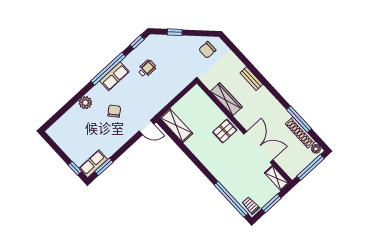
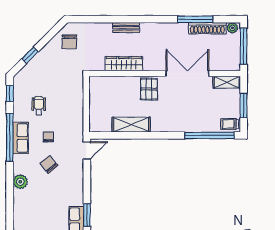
chair: (132, 94) -> (48, 137), added
shelving: (176, 126) -> (131, 125), moved

